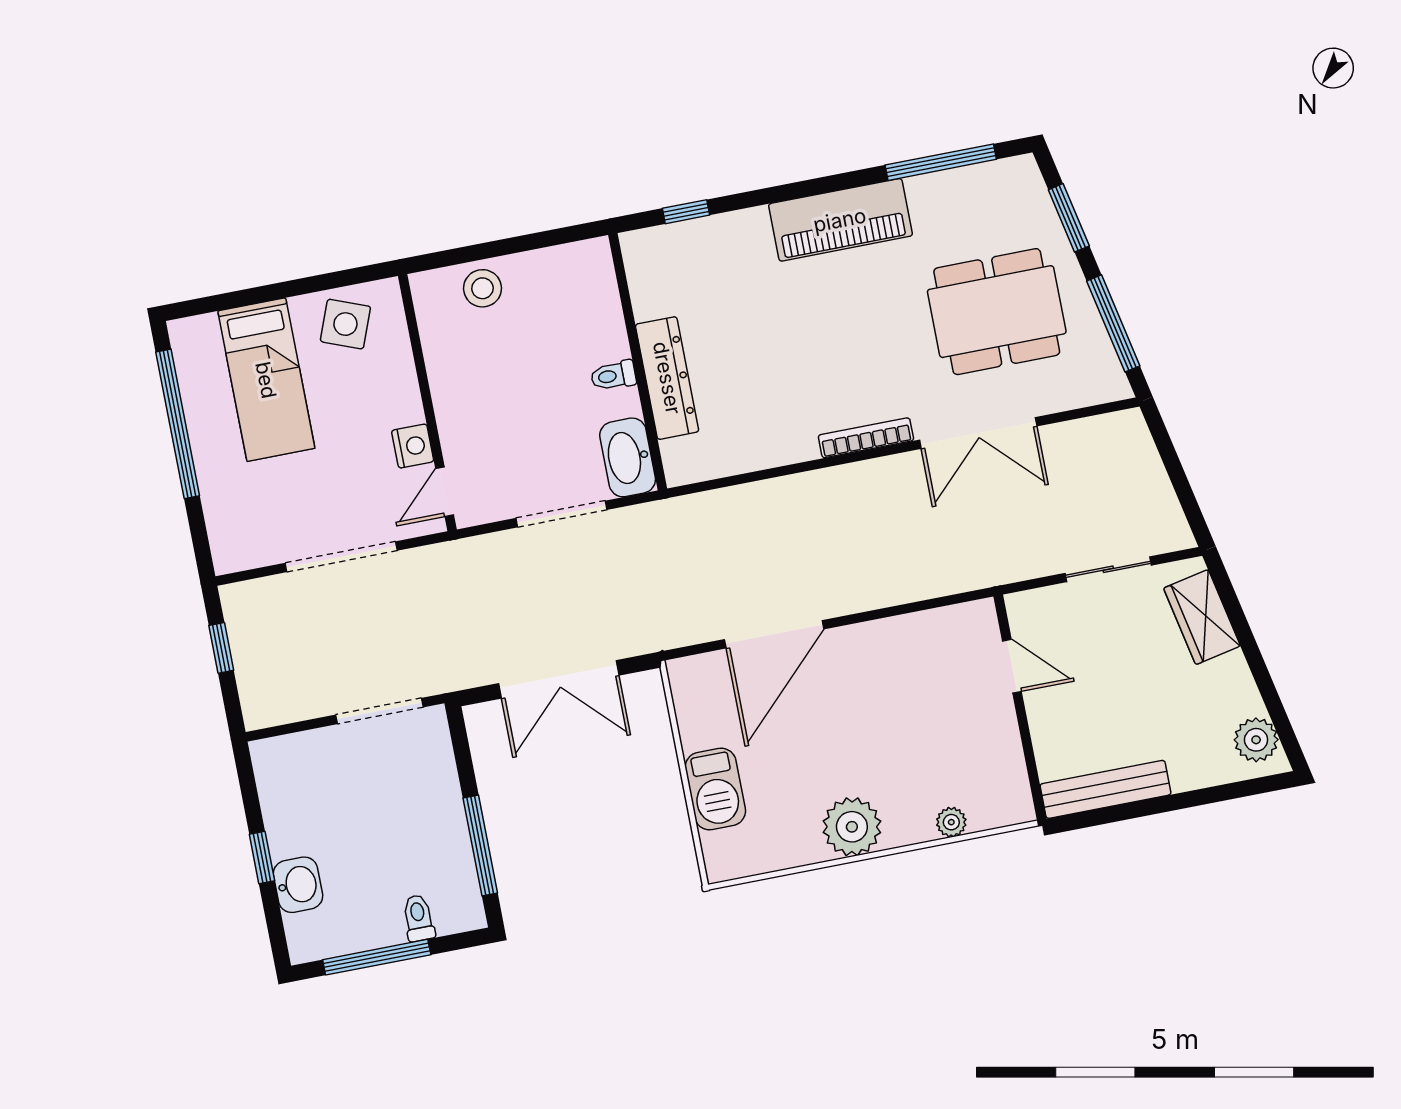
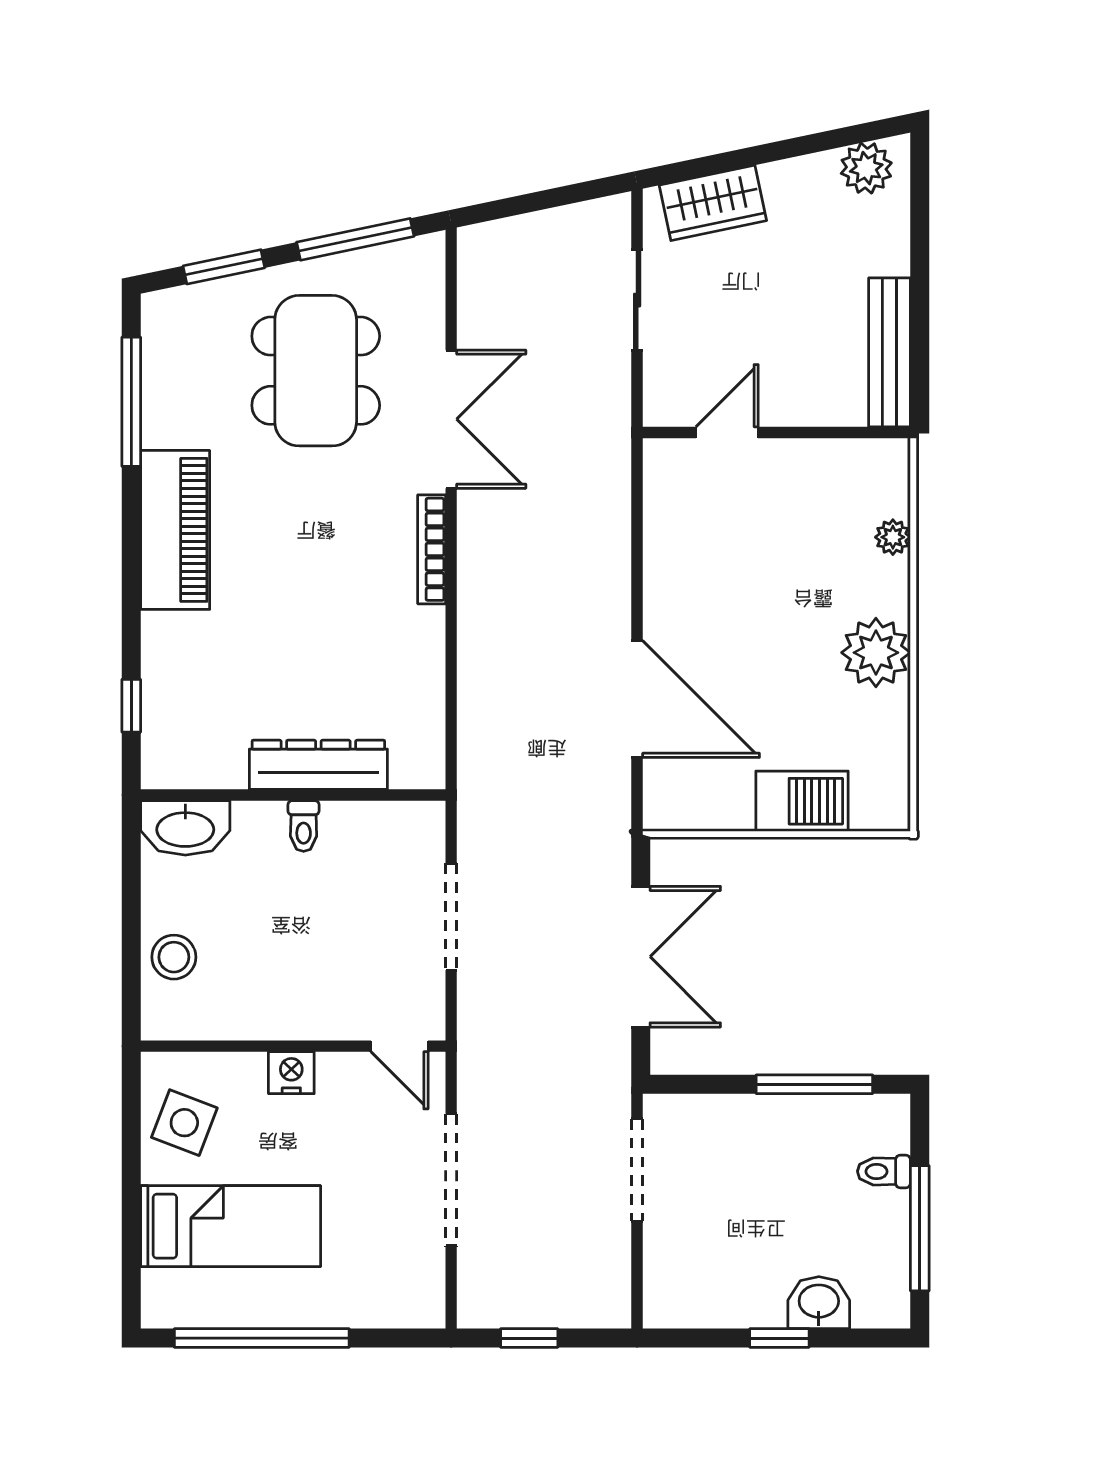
nightstand: (413, 446) -> (291, 1073), moved
washbasin: (628, 457) -> (185, 828), moved

